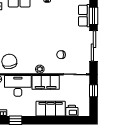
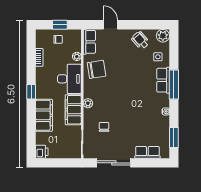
window: (93, 16) -> (147, 163), removed
window: (93, 91) -> (64, 163), removed
printer: (72, 111) -> (42, 152), moved
window: (15, 120) -> (31, 92), moved

